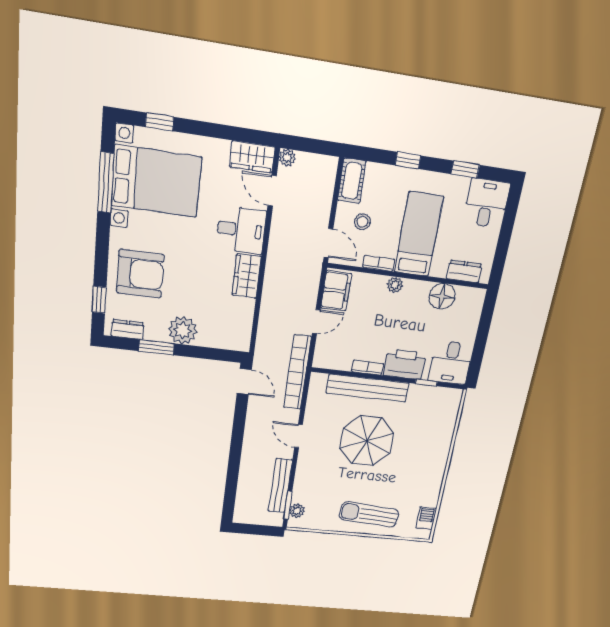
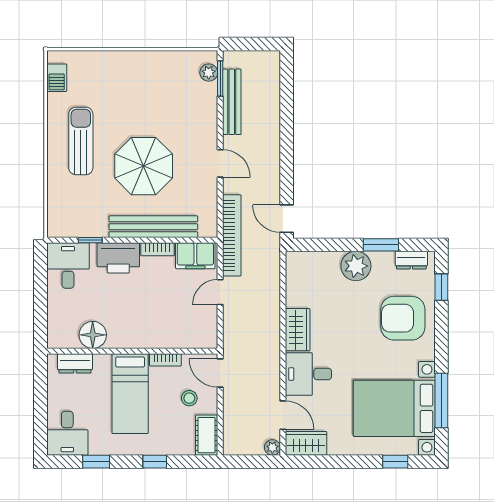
plant: (395, 285) -> (145, 340), removed
filing cabinet: (336, 291) -> (195, 256), moved, turned -90
sun lounger: (369, 514) -> (81, 141), moved, turned -94

